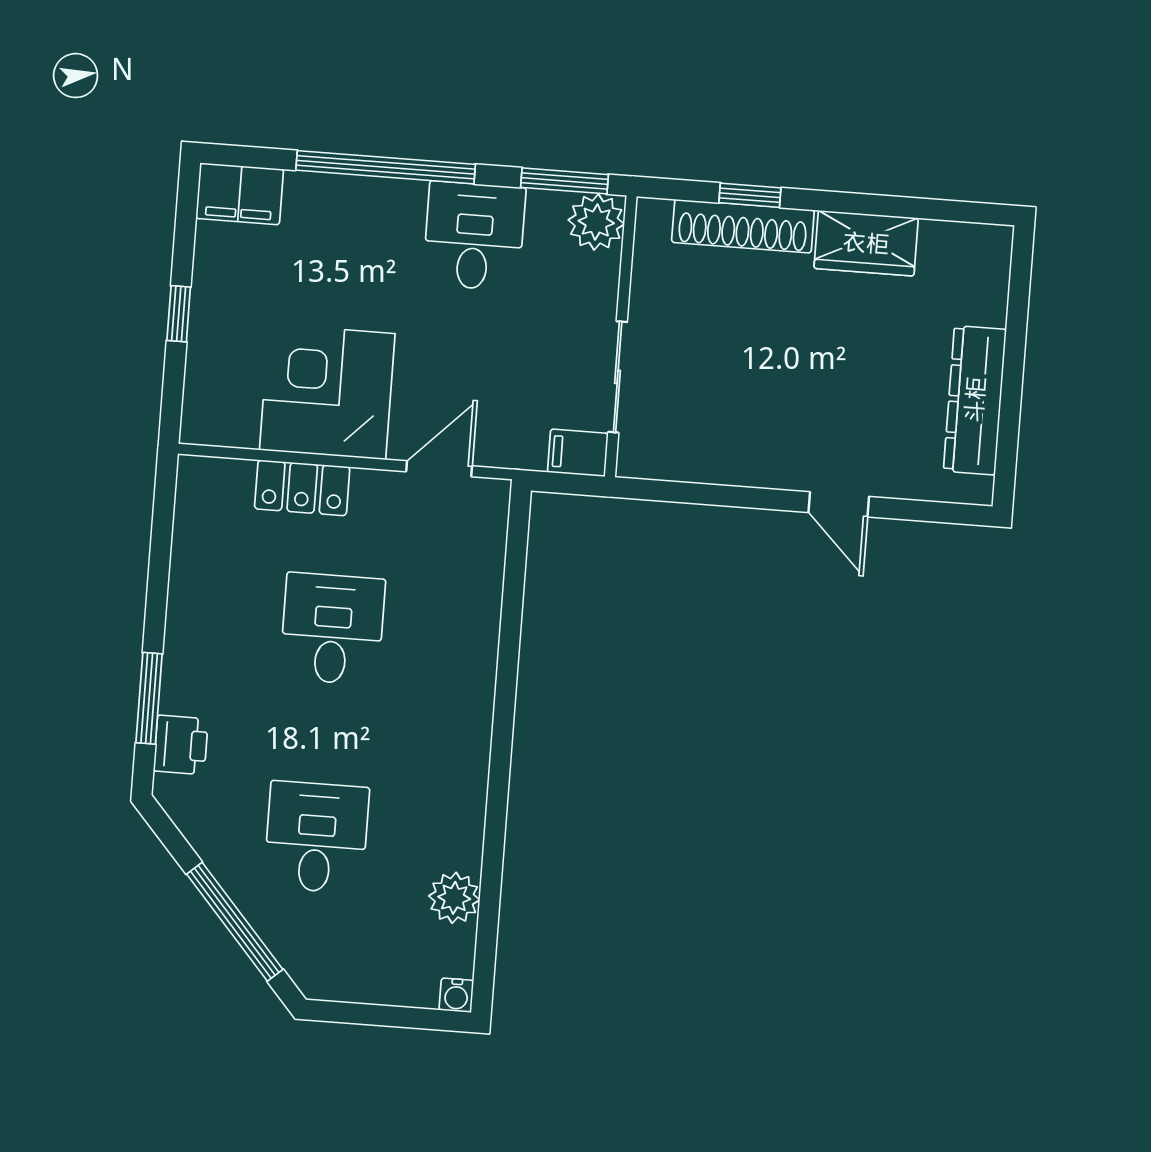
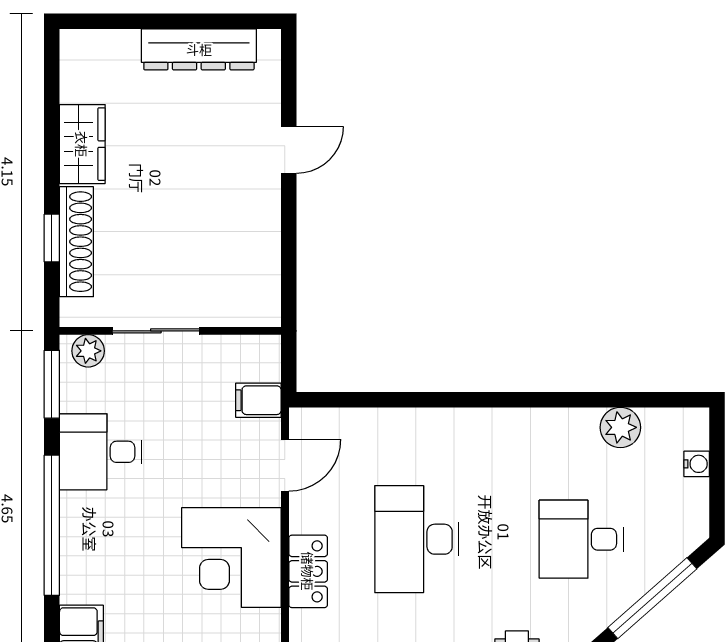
plant: (596, 222) -> (88, 351), width x0.73, depth x0.73
sliding door: (618, 377) -> (156, 331), moved
filing cabinet: (578, 453) -> (258, 400), moved, turned 90
door: (439, 469) -> (285, 465), swing flipped
desk: (332, 629) -> (417, 539), width x1.37
water cooler: (456, 995) -> (697, 464), moved

